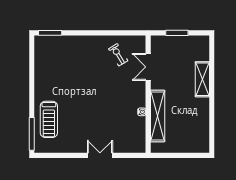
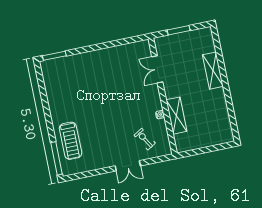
exercise bike: (118, 55) -> (145, 139), moved
shelving: (158, 116) -> (176, 116), width x0.68
double door: (100, 155) -> (128, 166), swing flipped

